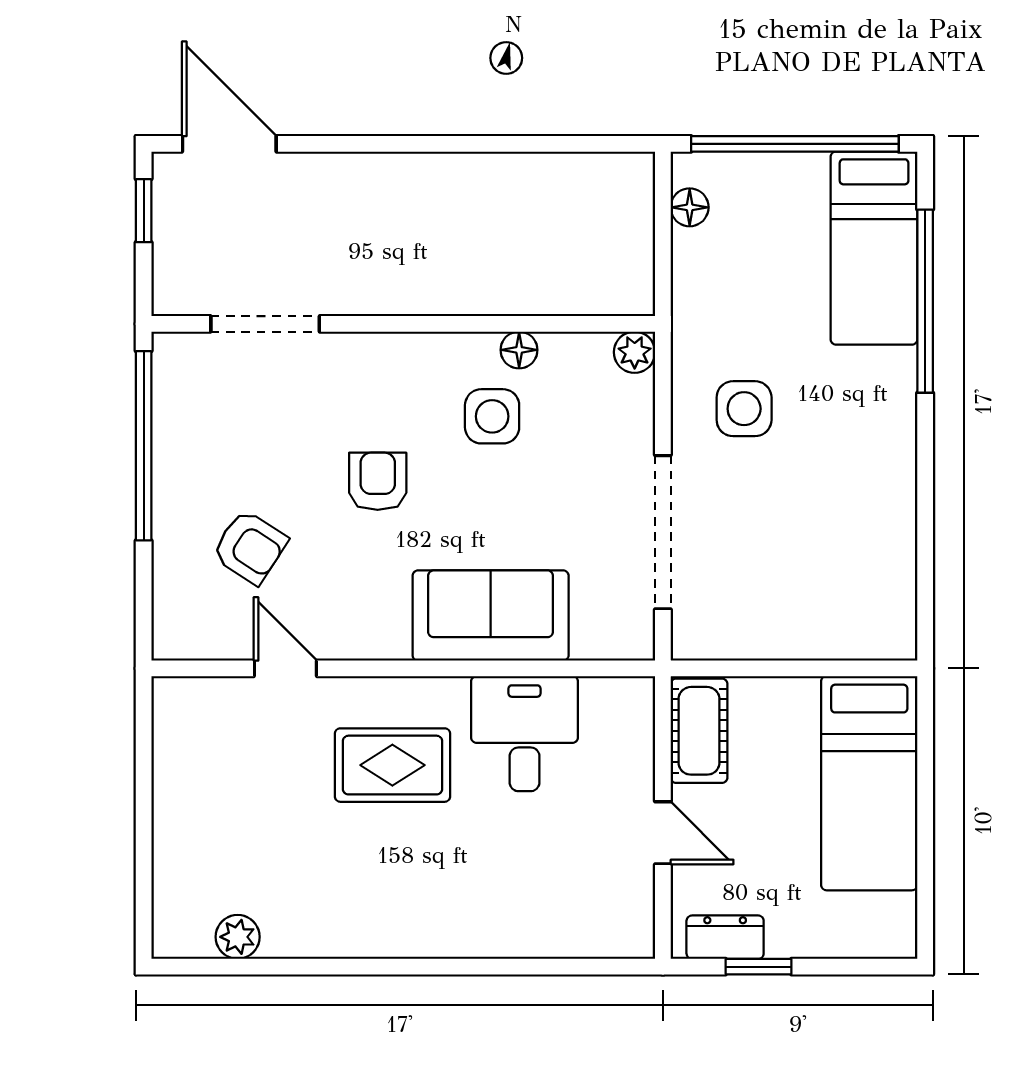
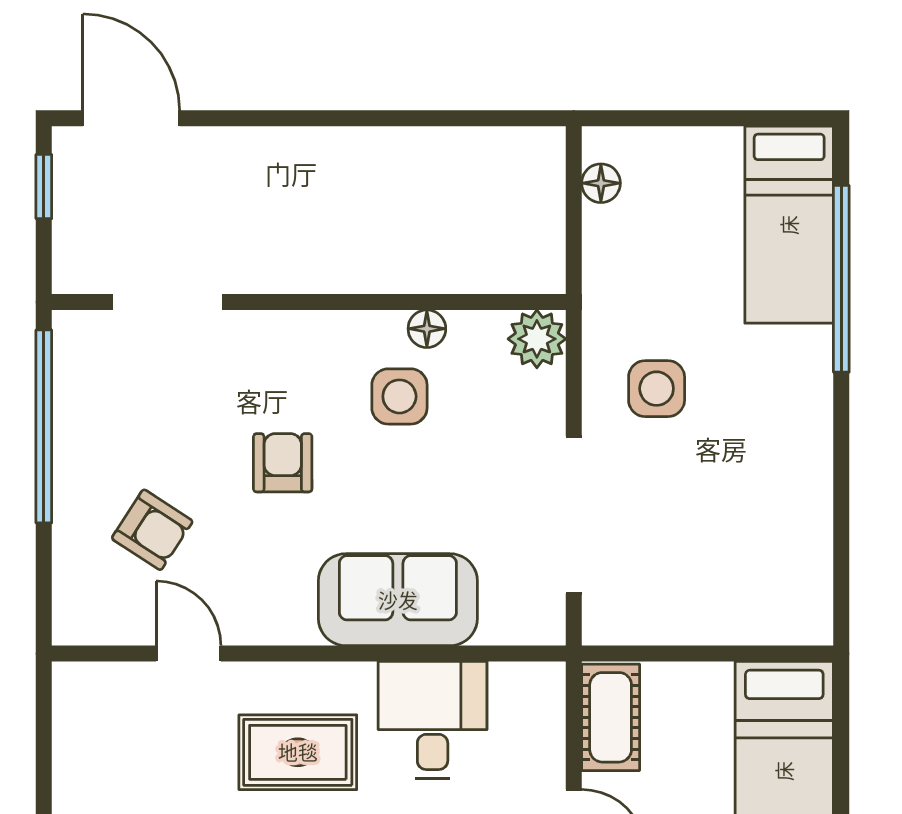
window: (795, 144) -> (708, 118), removed
plant: (635, 352) -> (537, 339), width x1.38, depth x1.38

